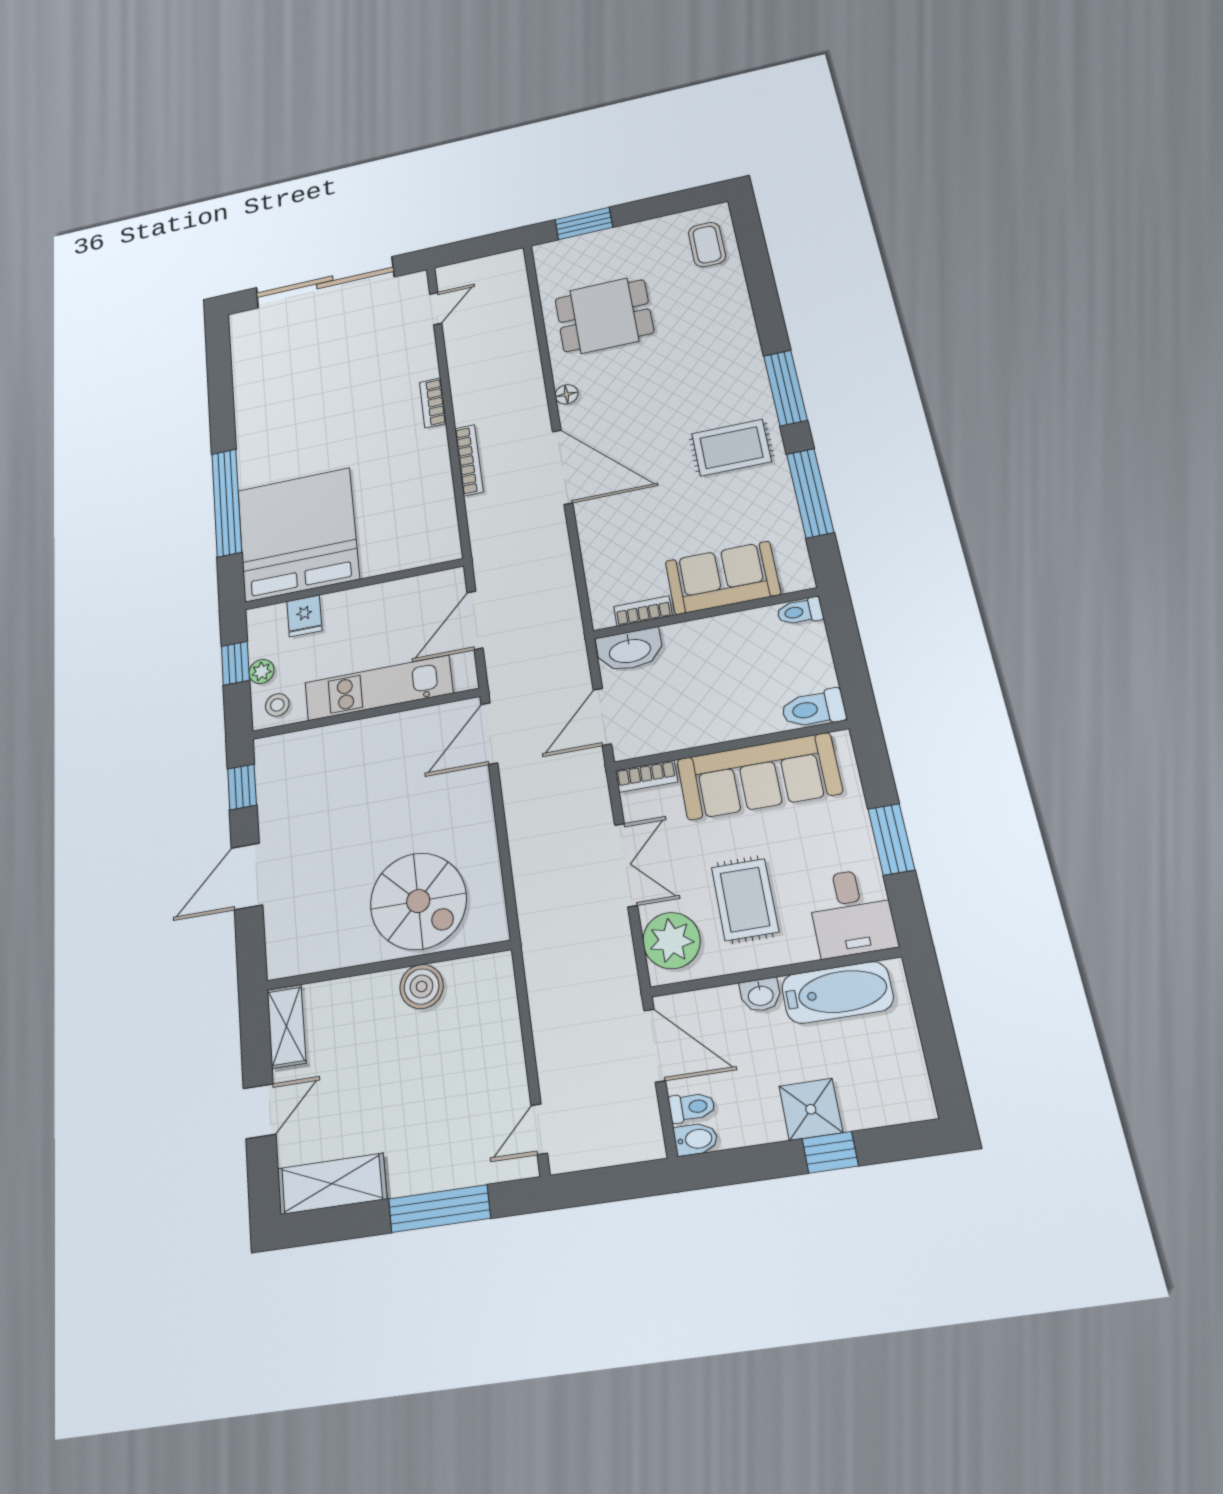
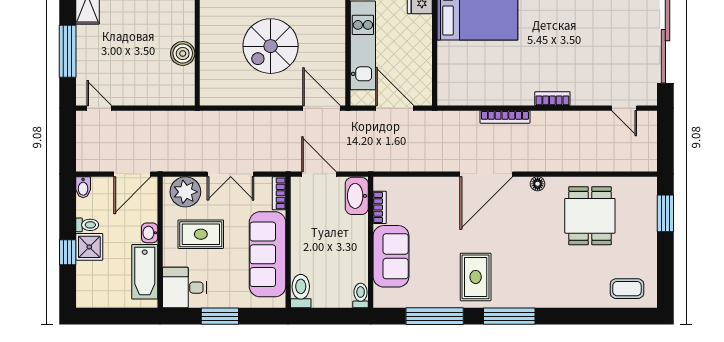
spiral stairs: (418, 901) -> (271, 46), moved
toilet: (692, 1107) -> (87, 225), moved, turned -90

